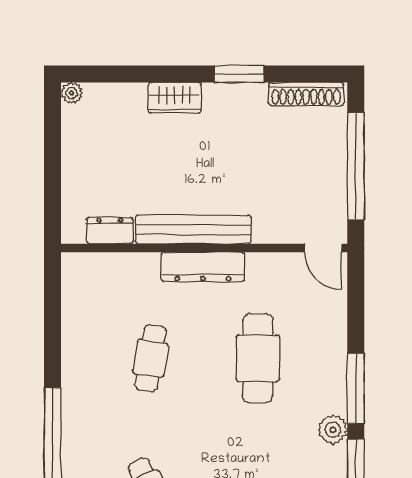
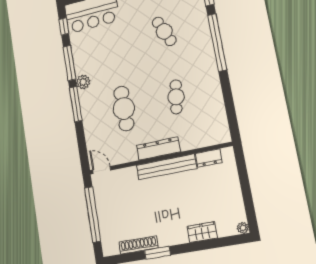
shoe rack: (306, 94) -> (139, 245), moved
wardrobe: (175, 98) -> (202, 232), moved

